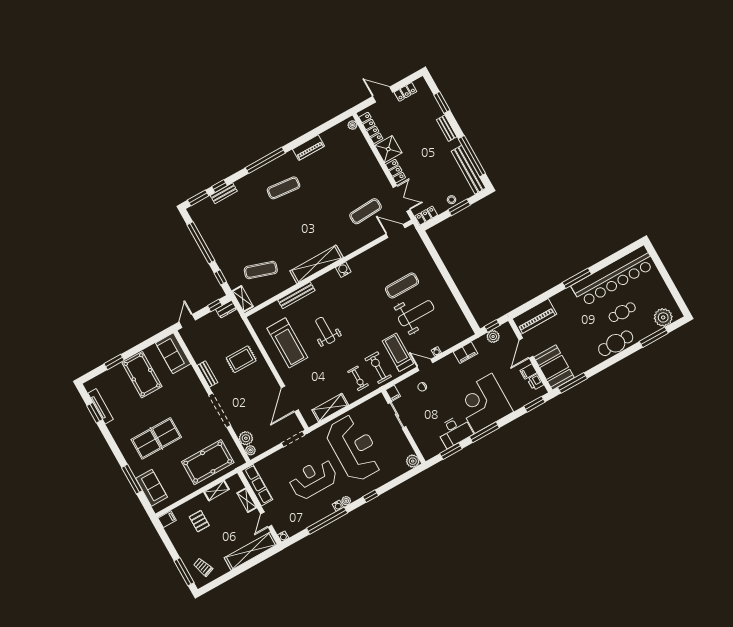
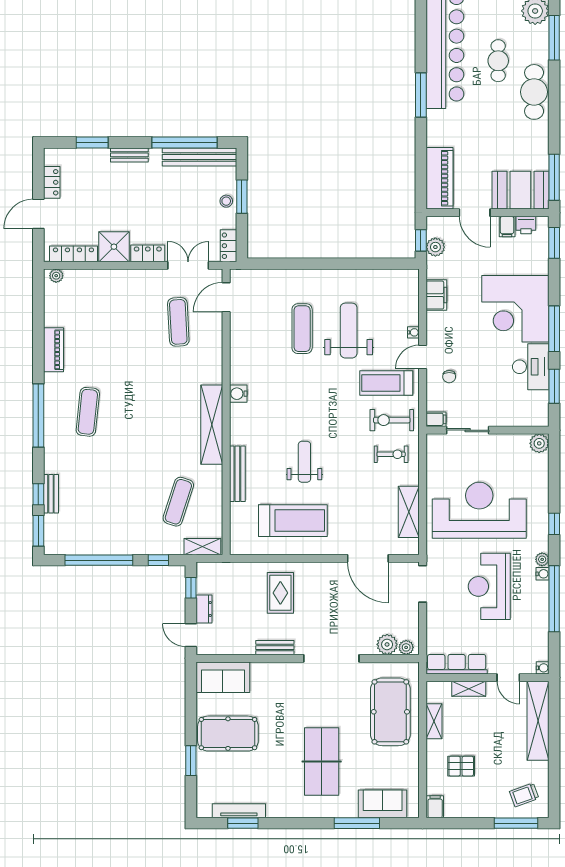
dresser: (226, 309) -> (204, 609), moved
weight bench: (325, 330) -> (304, 462), turned 90

